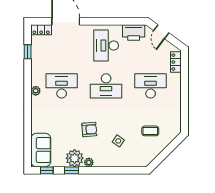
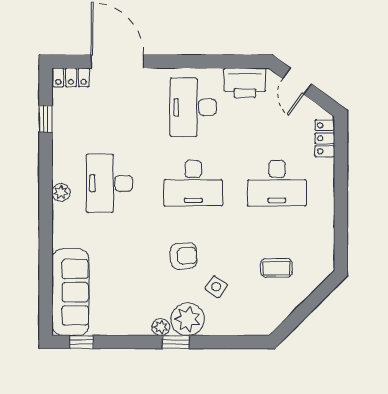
desk: (62, 86) -> (110, 183), turned -90
desk: (151, 86) -> (277, 183), turned 180
armchair: (89, 130) -> (184, 256), moved
sofa: (41, 150) -> (70, 292), width x1.36
plant: (75, 158) -> (188, 319), moved
window: (71, 170) -> (176, 342), moved

